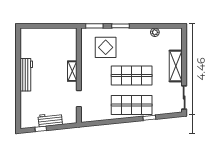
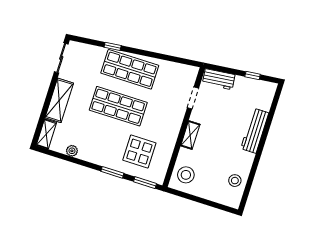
shelving: (177, 39) -> (46, 134), added
stool: (66, 41) -> (186, 175), added
stool: (29, 48) -> (235, 181), added
workbench: (26, 75) -> (255, 131), moved
workbench: (50, 120) -> (219, 79), moved

